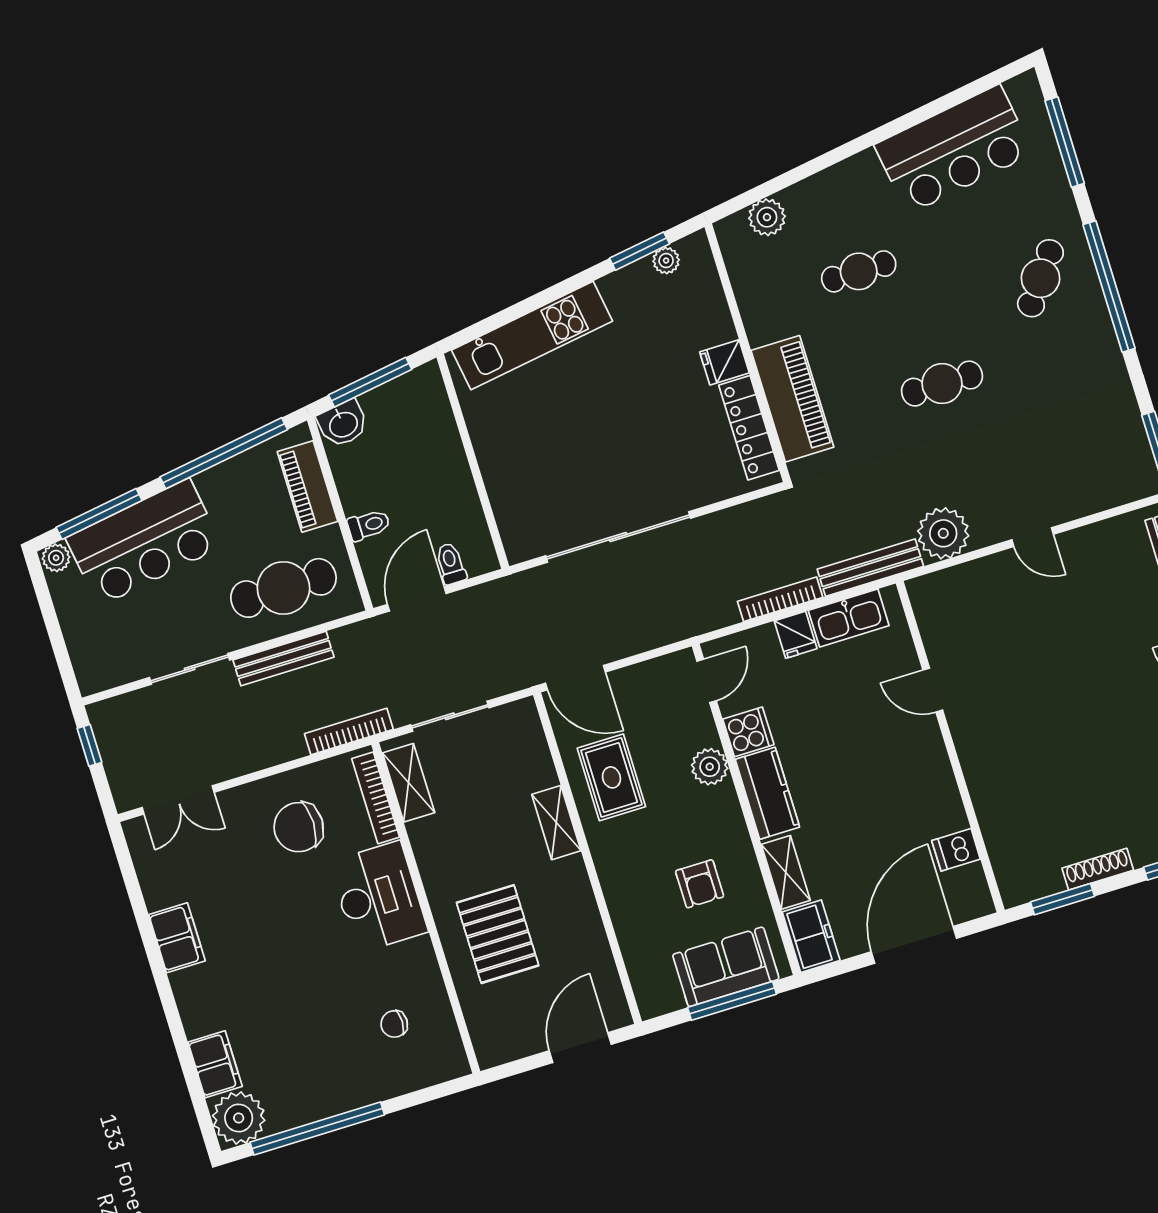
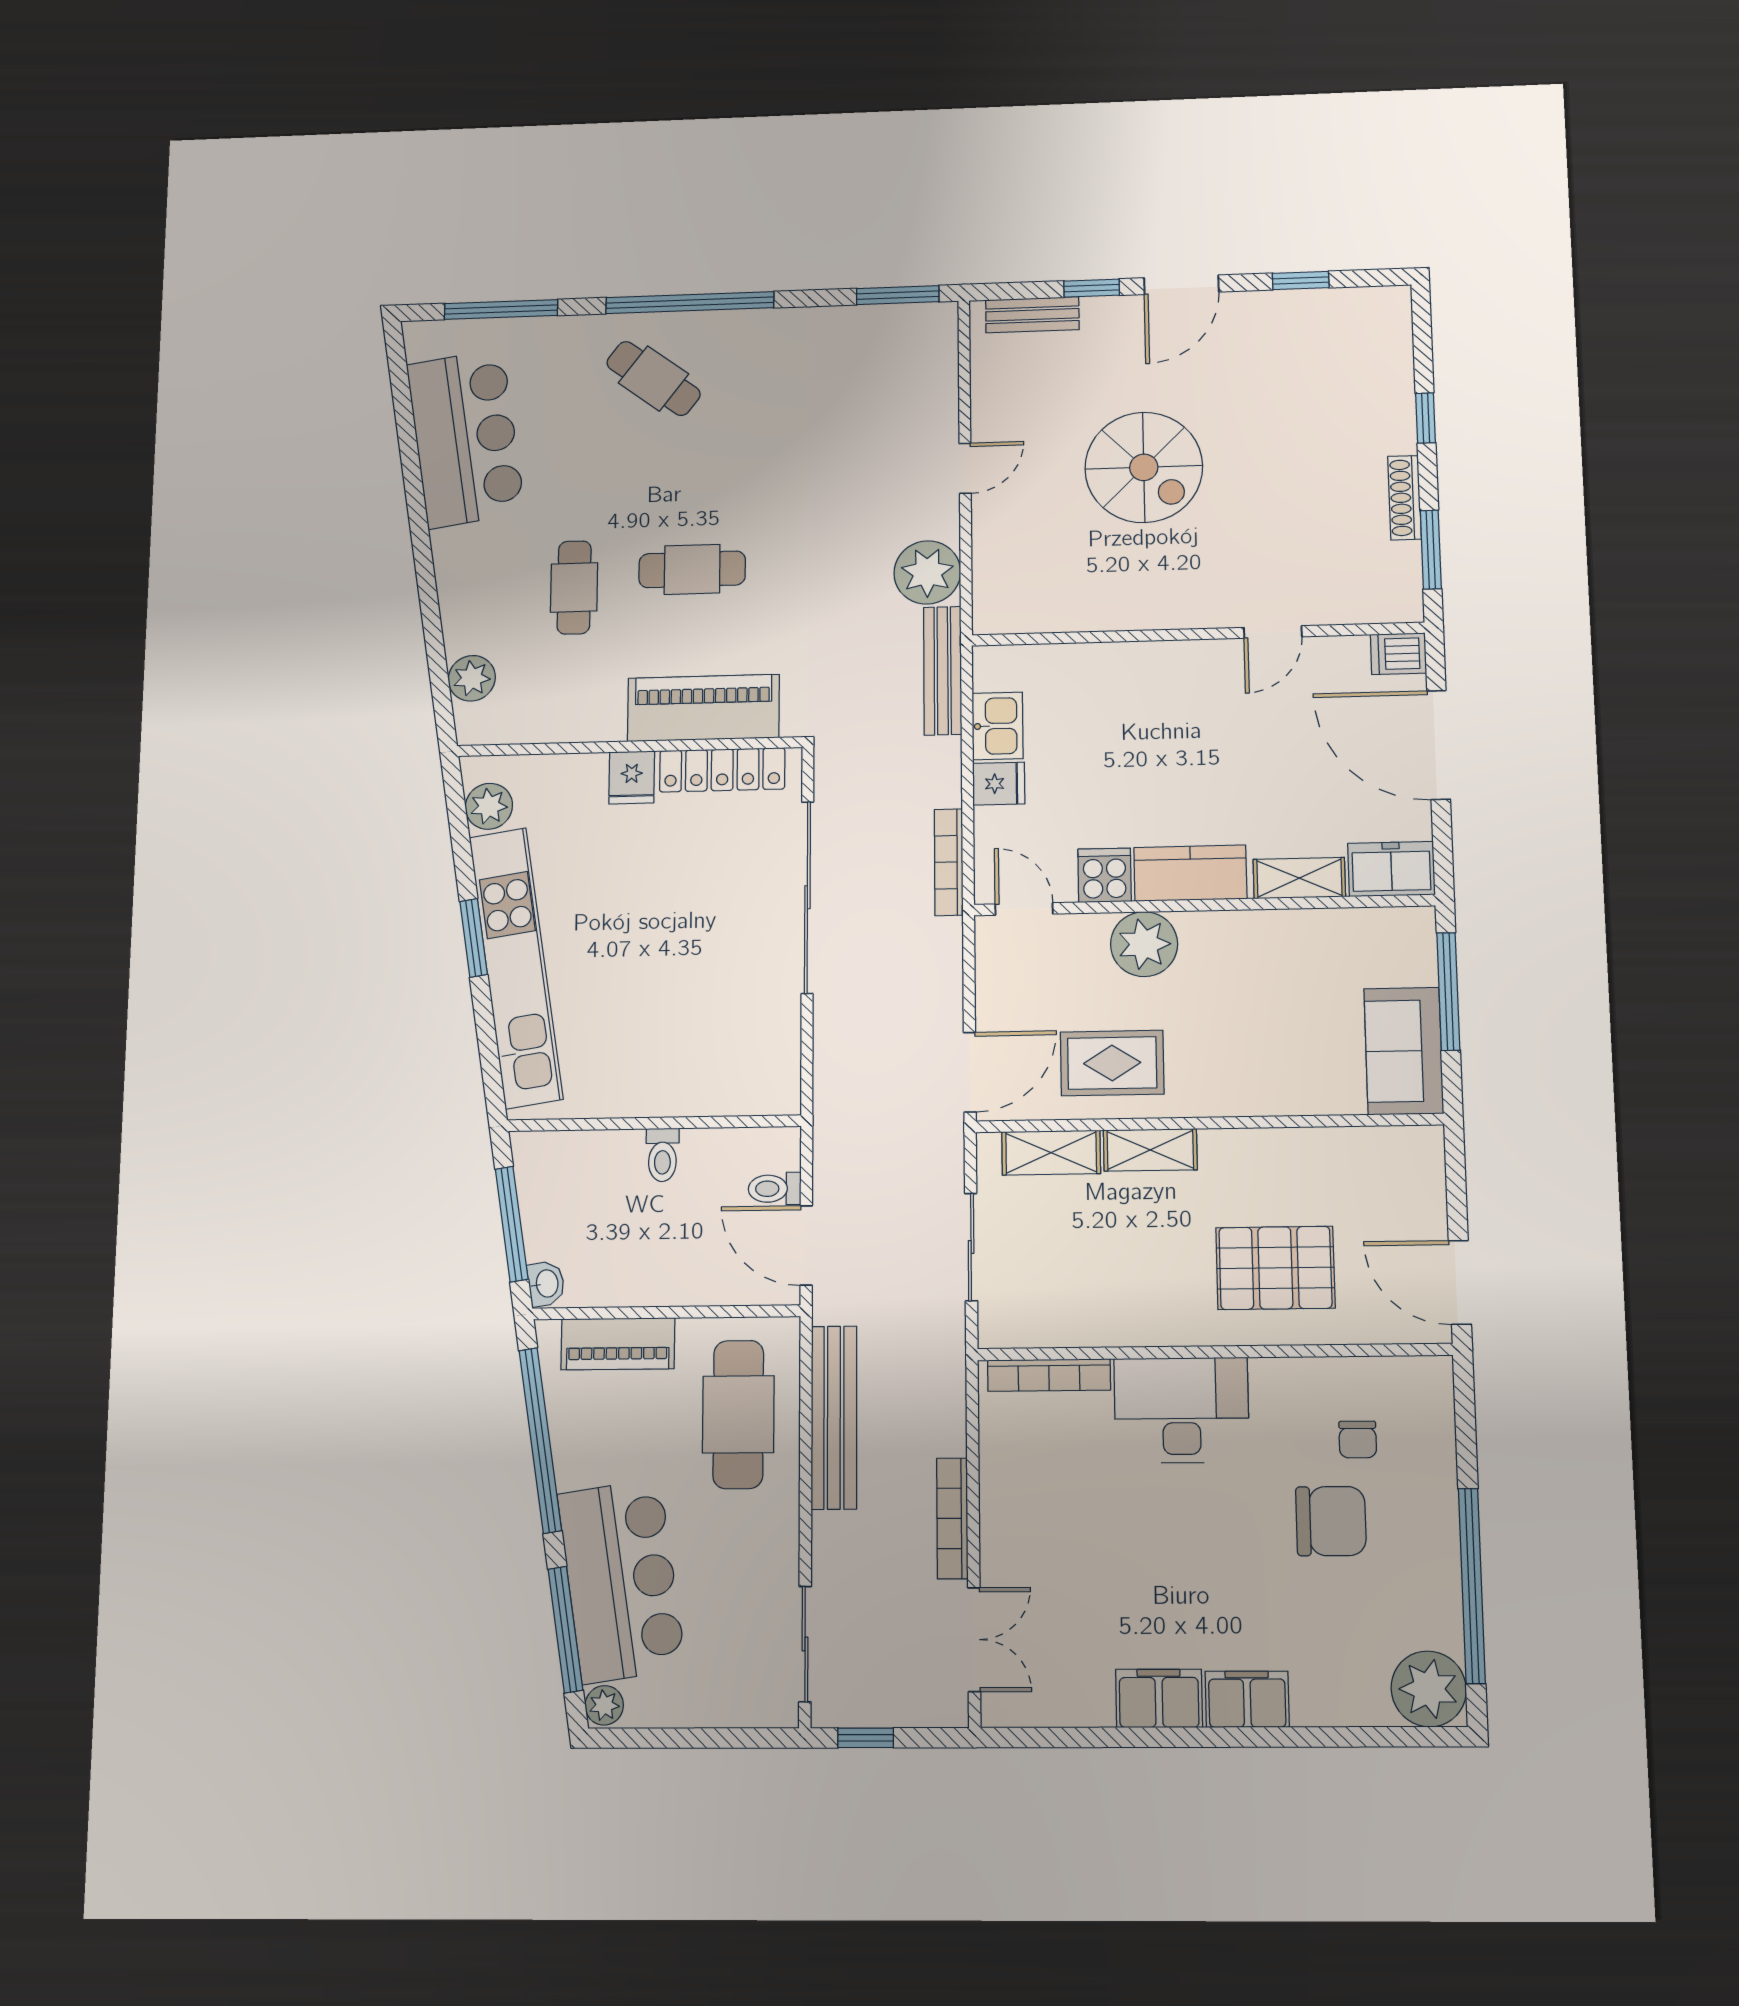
window: (640, 251) -> (474, 938), moved
plant: (666, 261) -> (489, 806), width x1.38, depth x1.38
kitchen unit: (532, 336) -> (516, 967), width x1.36
cafe table: (942, 384) -> (692, 569), moved, turned 90
washbasin: (343, 424) -> (546, 1284), width x0.72, depth x0.69
toilet: (369, 525) -> (662, 1155), moved, turned 180
sliding door: (618, 537) -> (807, 897), moved
bookcase: (780, 599) -> (949, 862), moved
kitchen sink: (849, 618) -> (998, 726), width x0.73
bench: (283, 658) -> (834, 1417), width x1.37, depth x1.21
sliding door: (190, 669) -> (805, 1644), moved
spiral stairs: (1070, 670) -> (1144, 467), added
door: (933, 690) -> (1273, 632), moved
bookcase: (349, 732) -> (952, 1518), moved
plant: (710, 767) -> (1144, 944), width x1.36, depth x1.36
shelving: (409, 783) -> (1051, 1153), moved
chair: (299, 827) -> (1331, 1521), moved, turned -90
dishwasher: (956, 850) -> (1398, 654), moved, turned 90
armchair: (700, 884) -> (1283, 990), removed
sofa: (726, 967) -> (1404, 1051), moved
door: (580, 1048) -> (1460, 1282), moved
filing cabinet: (215, 1064) -> (1247, 1699), moved

